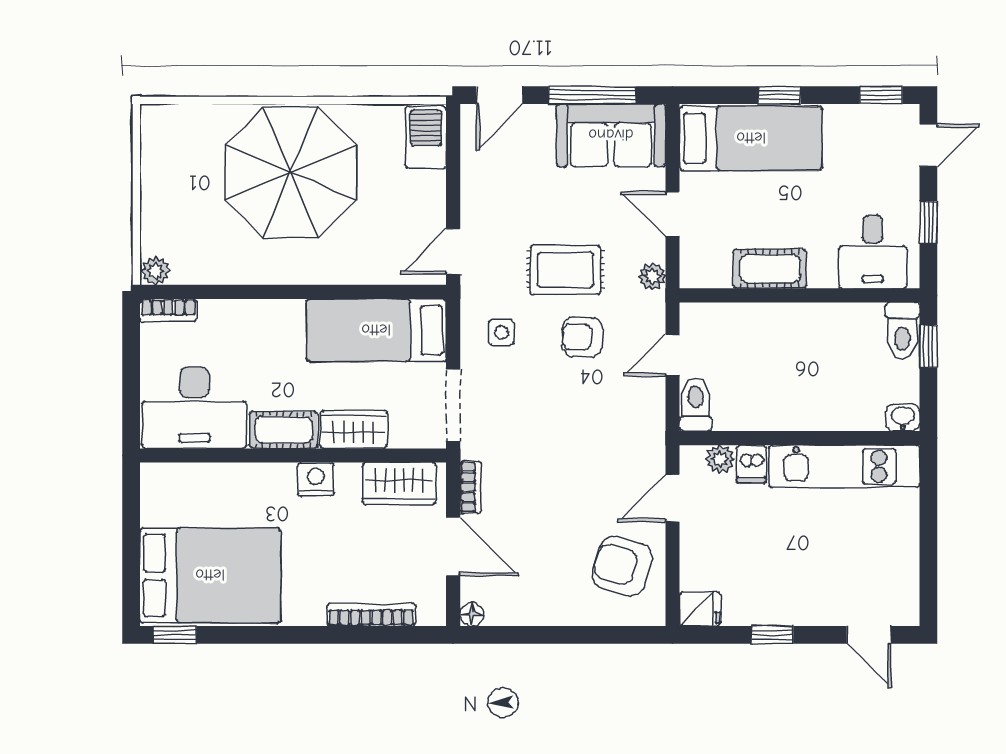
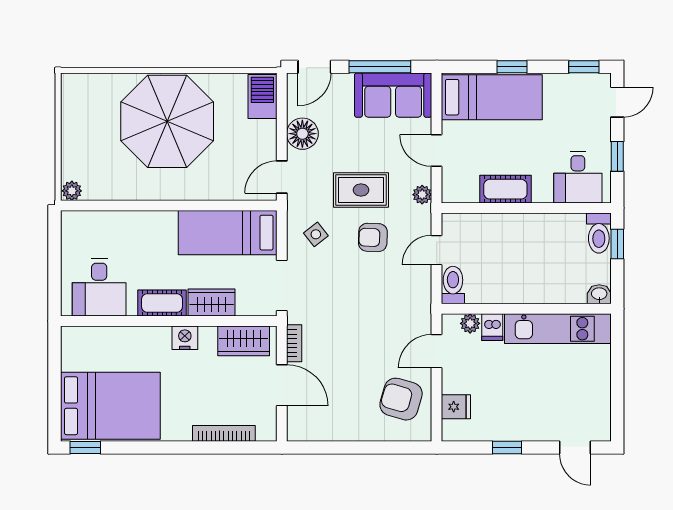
bookcase: (168, 310) -> (81, 219), removed
side table: (501, 333) -> (316, 234), turned -38
desk: (194, 408) -> (99, 287), width x0.73
fridge: (700, 609) -> (456, 407), moved
floor lamp: (472, 614) -> (302, 134), moved, width x1.89, depth x1.89

